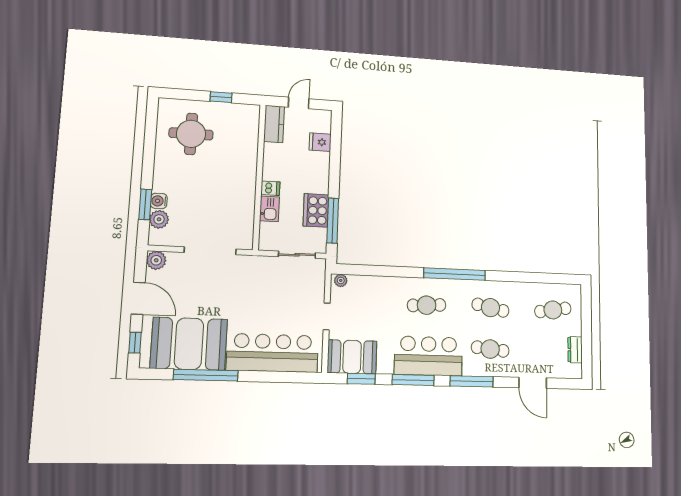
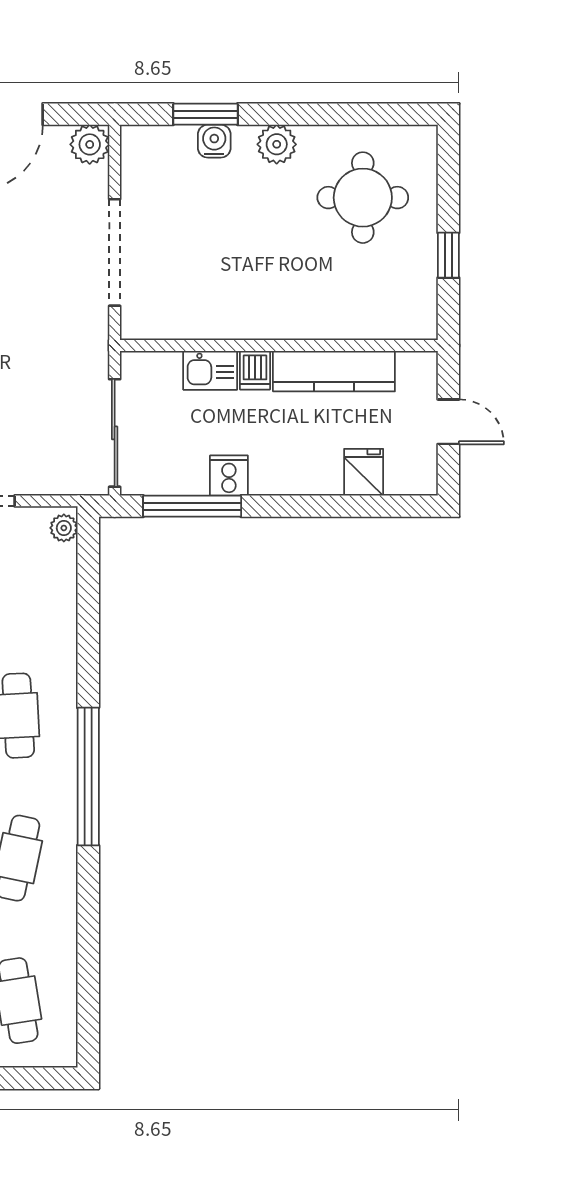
kitchen counter: (274, 124) -> (334, 371), moved, width x1.50
cooker: (316, 210) -> (229, 476), width x0.53, depth x0.76
plant: (159, 219) -> (277, 144), moved
sliding door: (297, 255) -> (115, 433), width x1.37

